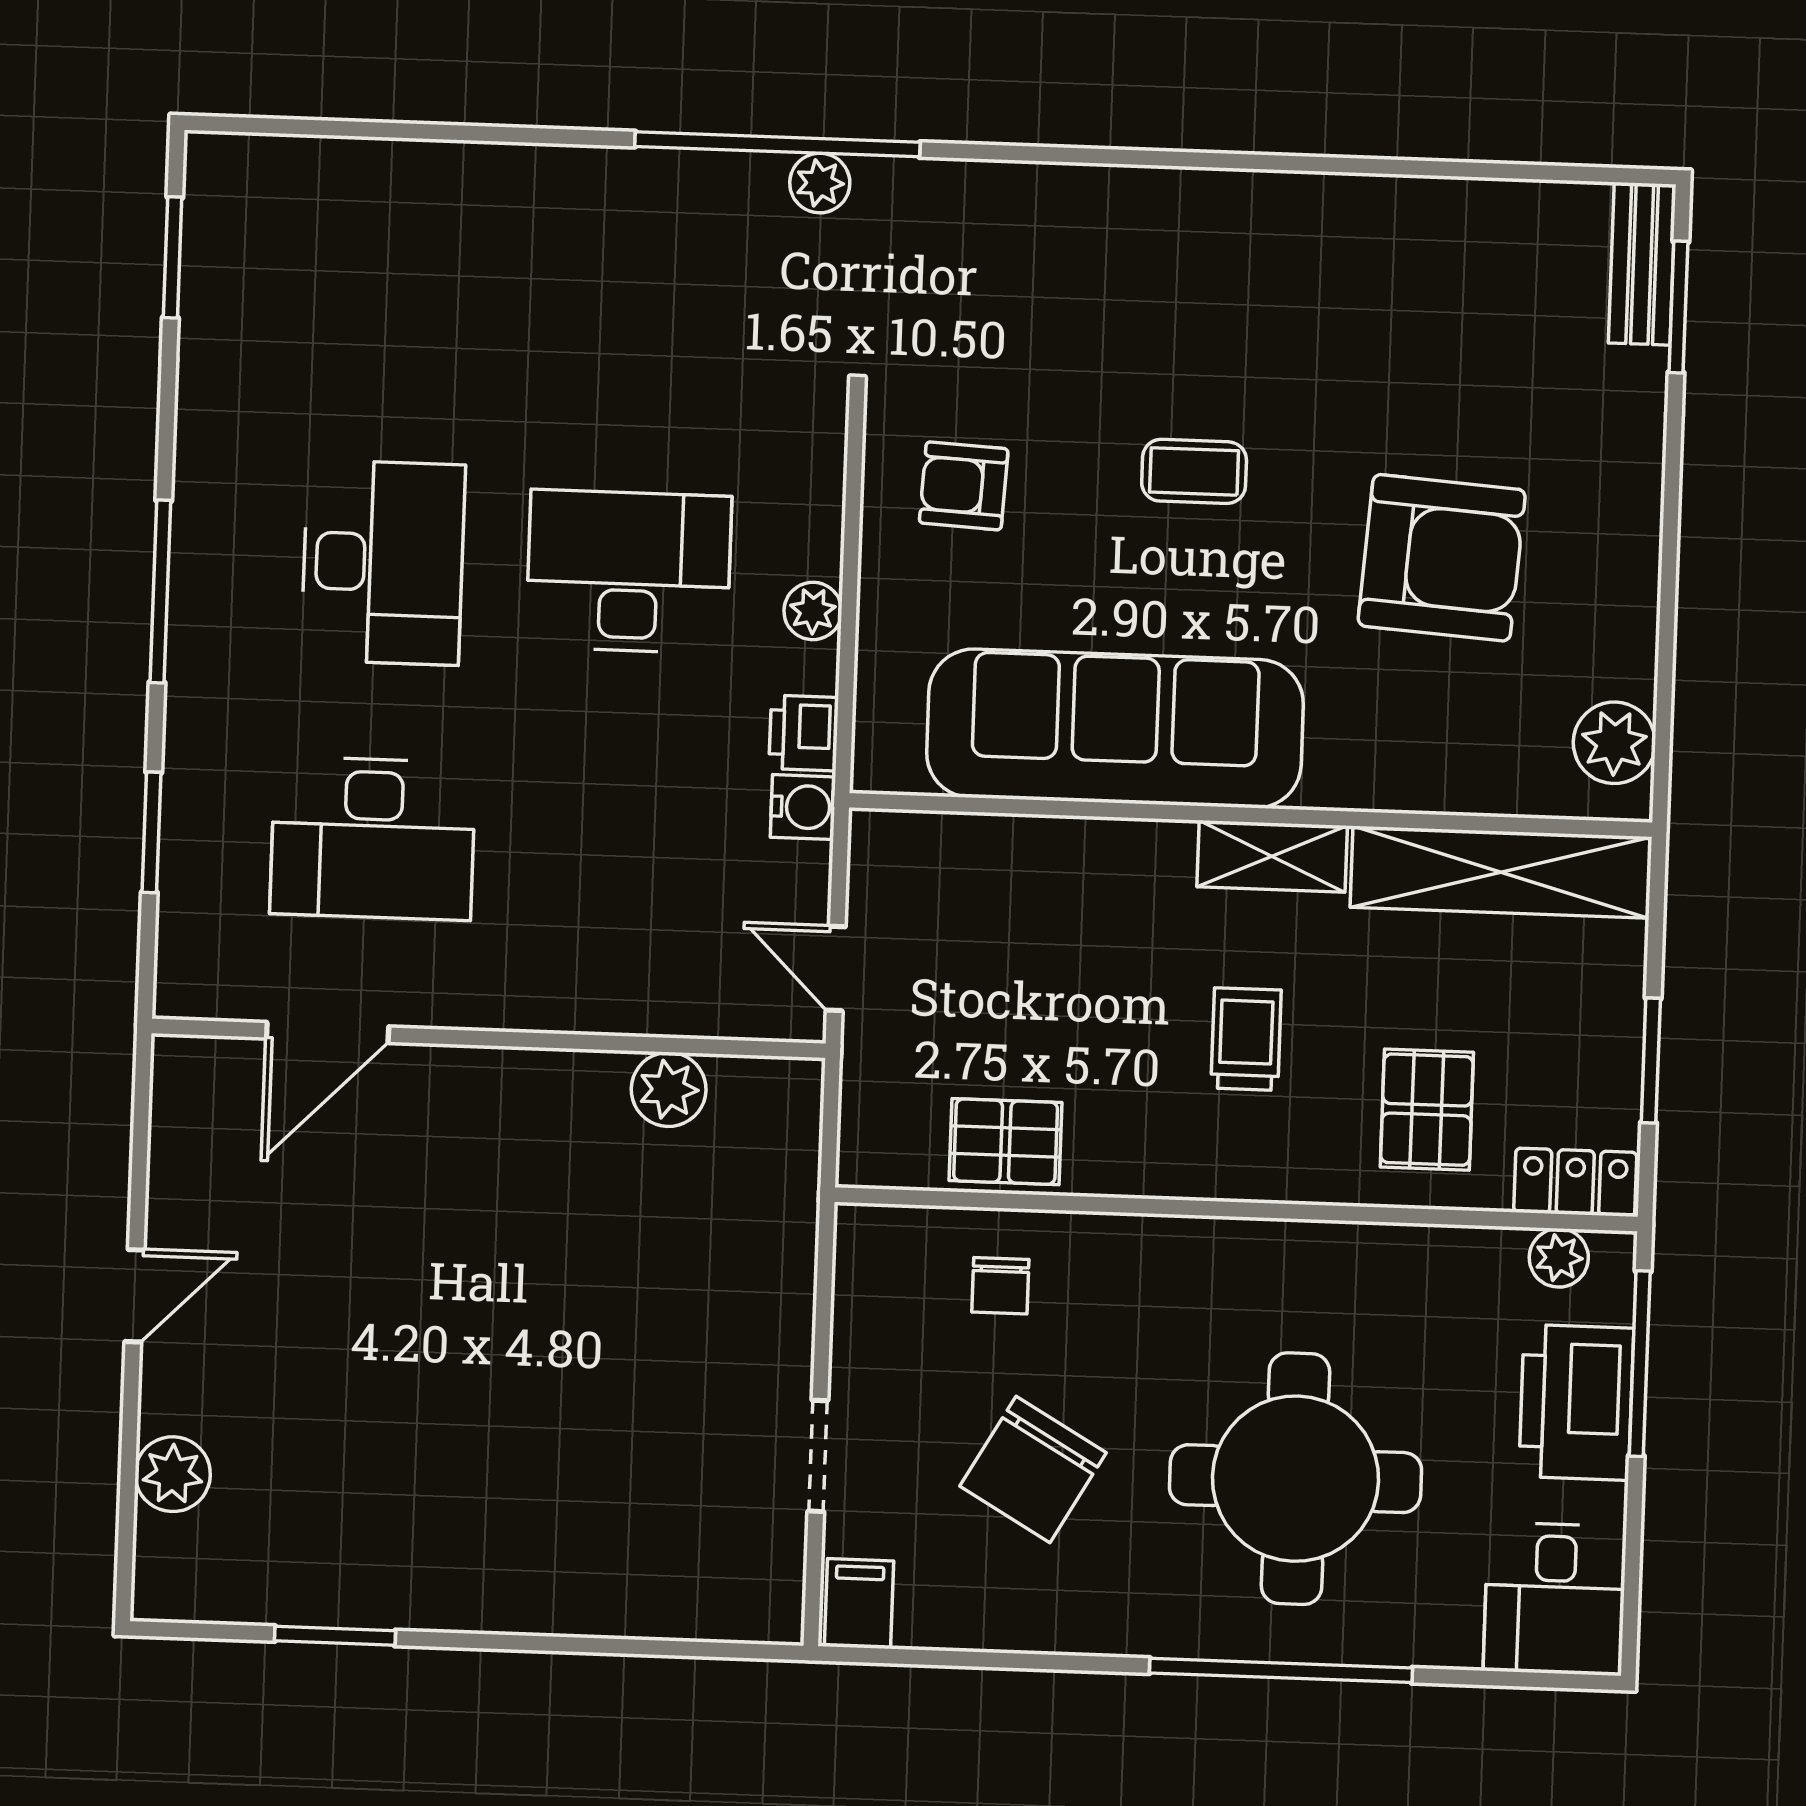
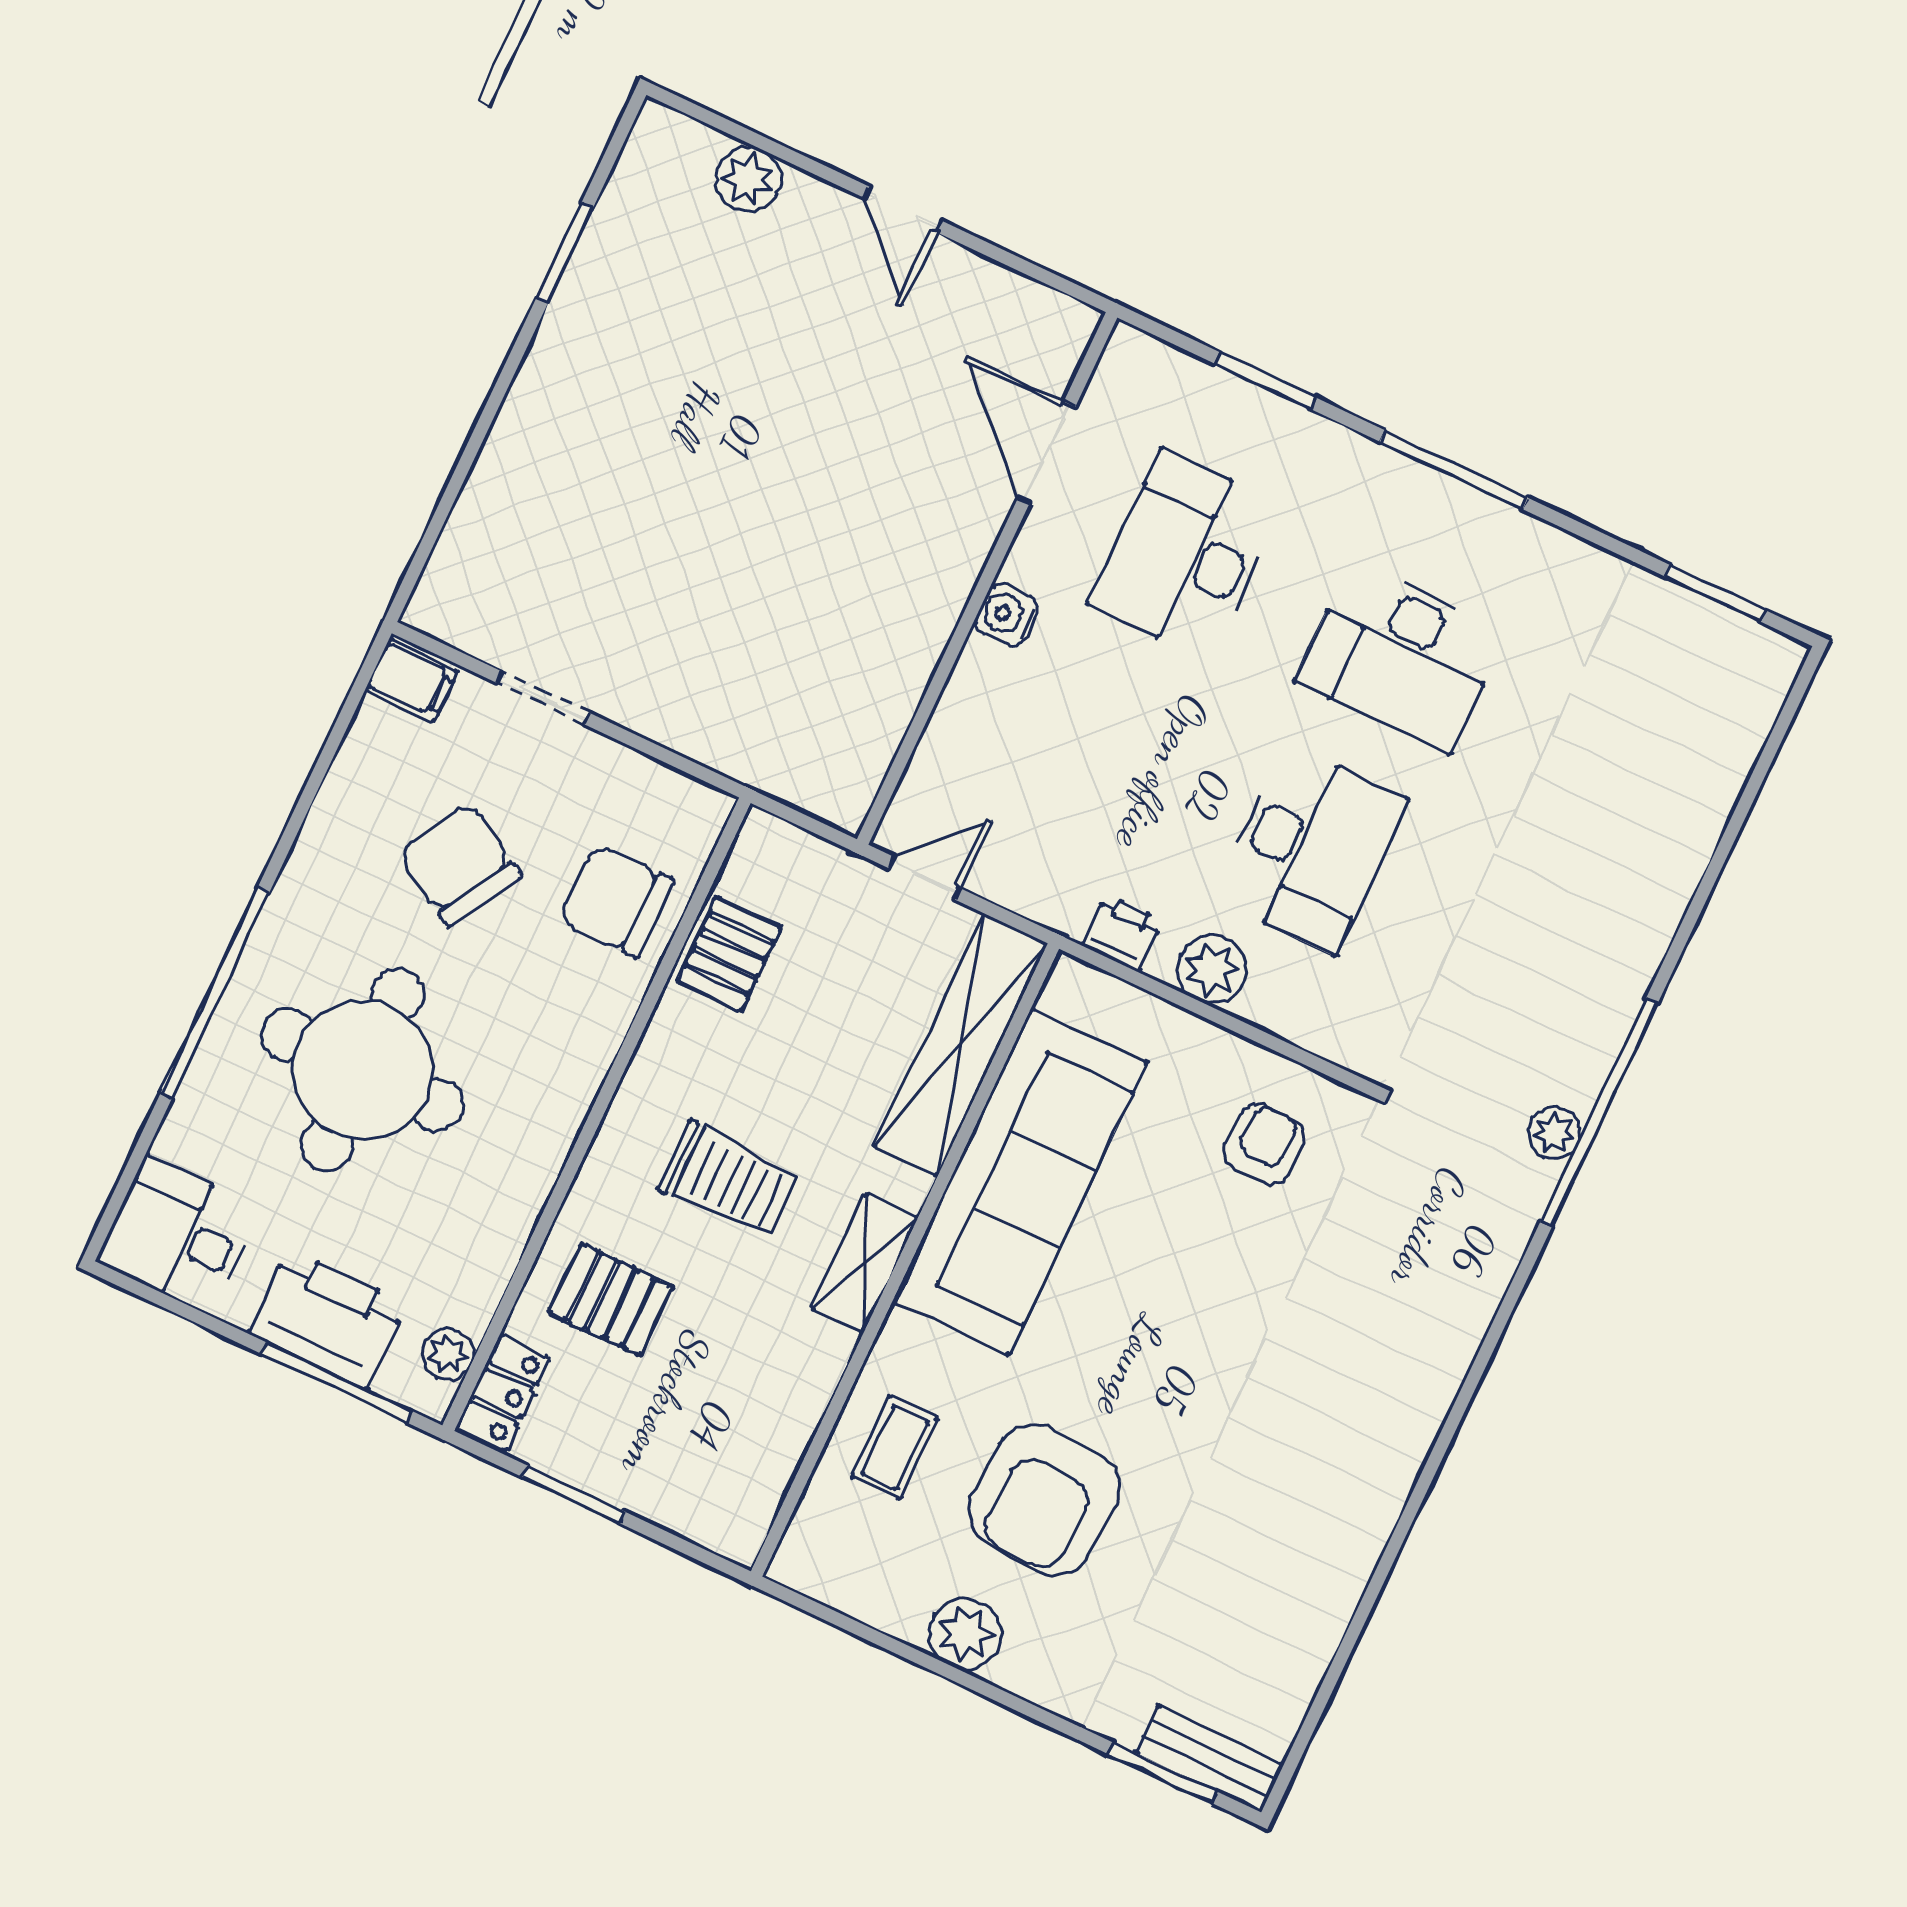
coffee table: (1194, 471) -> (895, 1447), moved
plant: (813, 611) -> (1212, 969), width x1.38, depth x1.38
plant: (1614, 743) -> (965, 1634), moved
water cooler: (803, 807) -> (1007, 615), moved, turned 90
shelving: (1501, 872) -> (961, 1045), moved
trolley: (1246, 1039) -> (728, 1180), width x1.36, depth x1.39
plant: (669, 1089) -> (885, 704), removed
chair: (1000, 1286) -> (616, 901), width x1.87, depth x1.87

